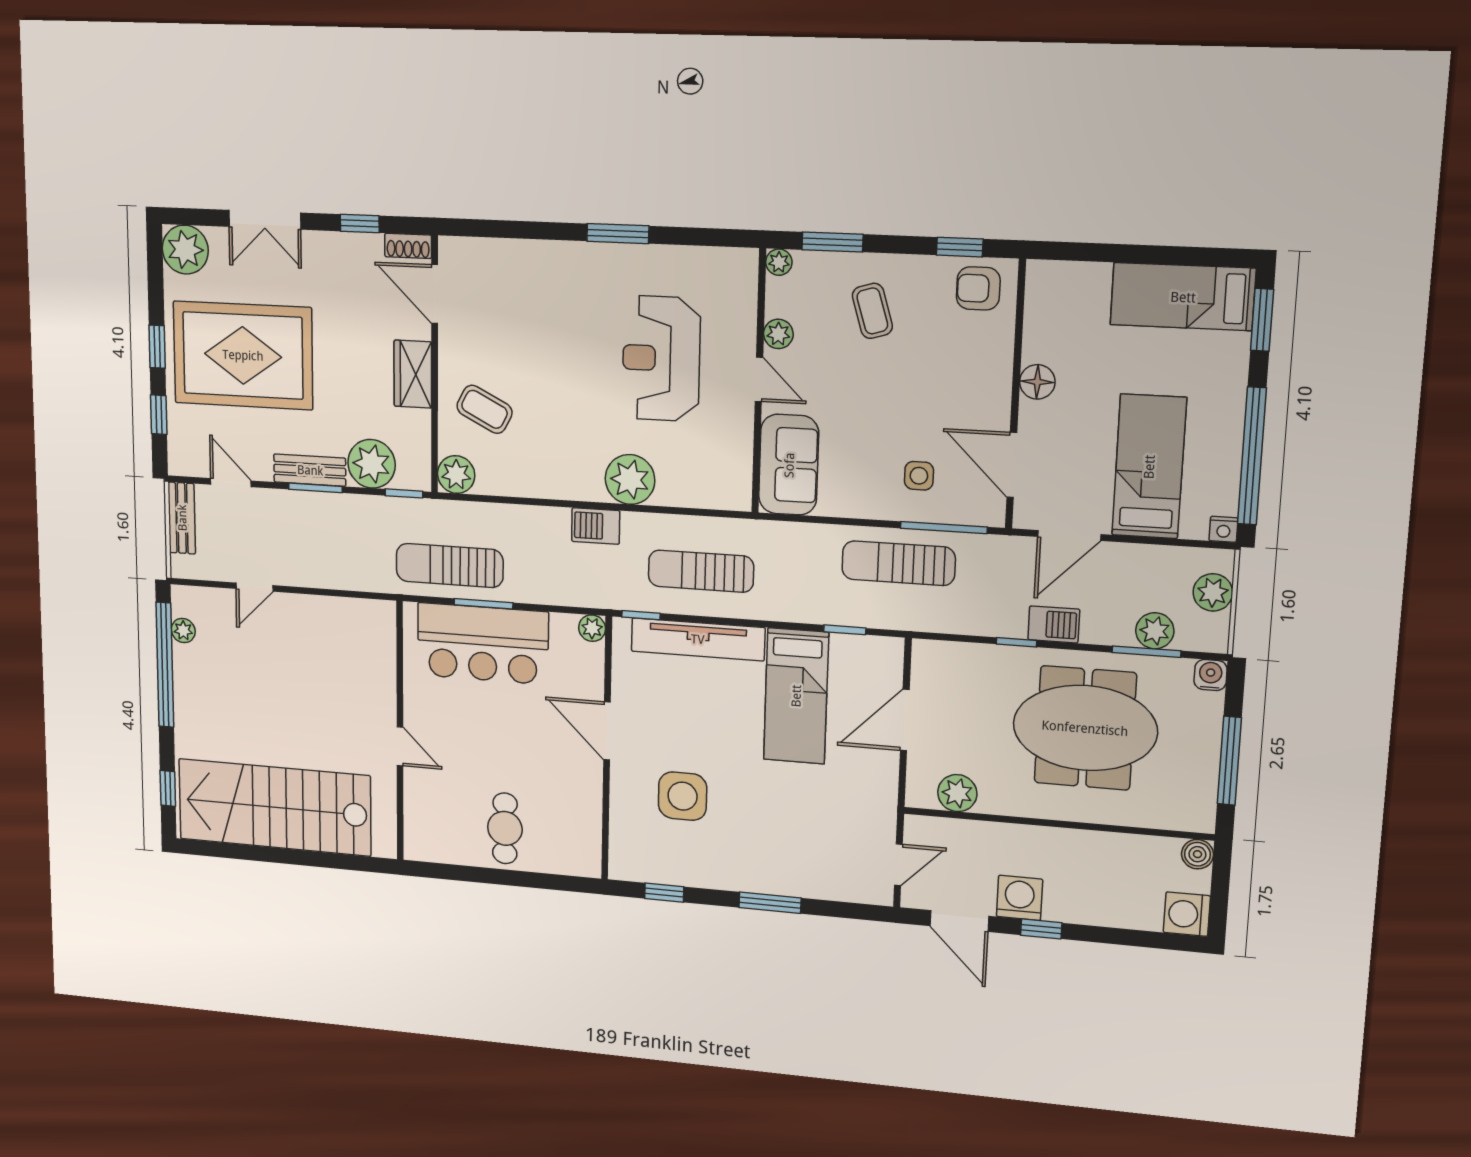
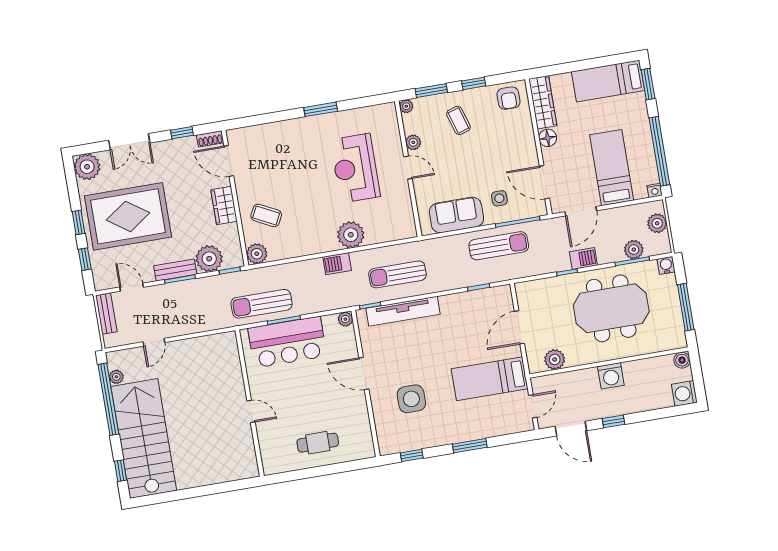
window: (960, 247) -> (474, 83), moved
armchair: (978, 288) -> (509, 98), turned -90
wardrobe: (1043, 311) -> (543, 102), added
sofa: (789, 465) -> (456, 215), moved, turned -90
sun lounger: (898, 563) -> (499, 246), turned 180
bed: (796, 696) -> (490, 379), moved, turned 90
stairs: (274, 807) -> (144, 439), moved, turned 90
cafe table: (505, 828) -> (318, 443), turned 90
washing machine: (1019, 898) -> (611, 376), moved, turned 180

